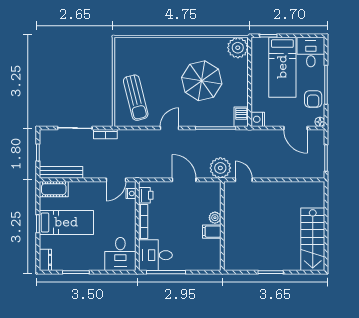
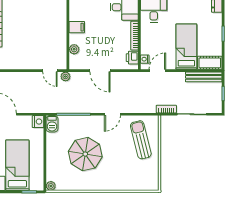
plant: (238, 48) -> (51, 186), width x0.53, depth x0.53
plant: (220, 168) -> (65, 77), width x0.53, depth x0.53
plant: (215, 218) -> (74, 49), moved
bed: (66, 222) -> (186, 47), moved, turned 90

